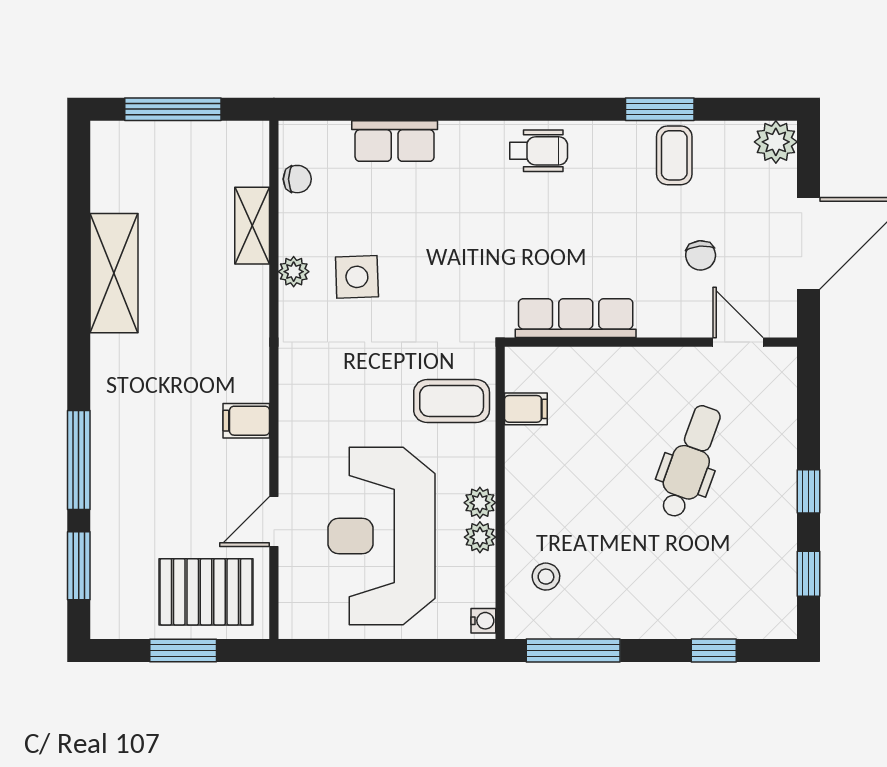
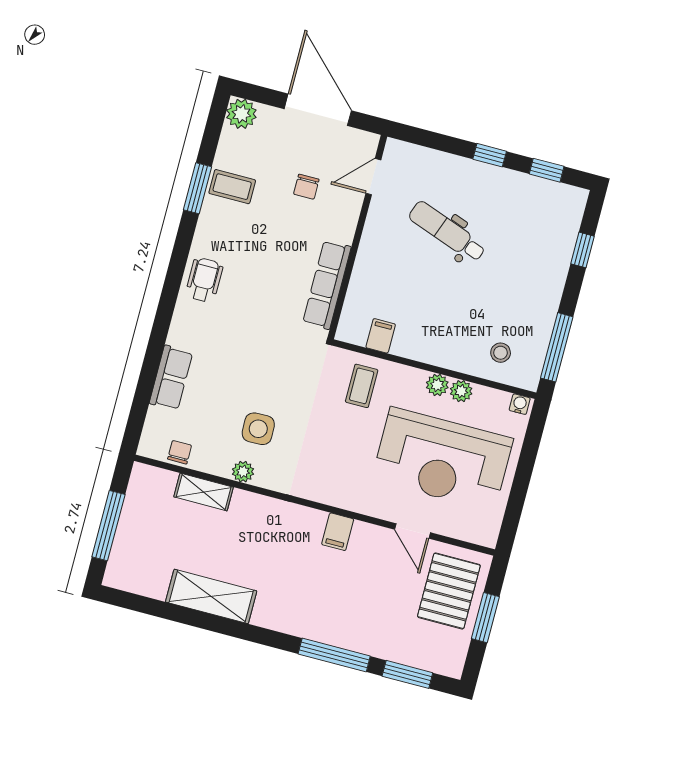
chair: (701, 255) -> (306, 187), turned 95
coffee table: (452, 401) -> (362, 386), width x0.73, depth x0.77

